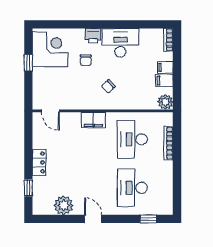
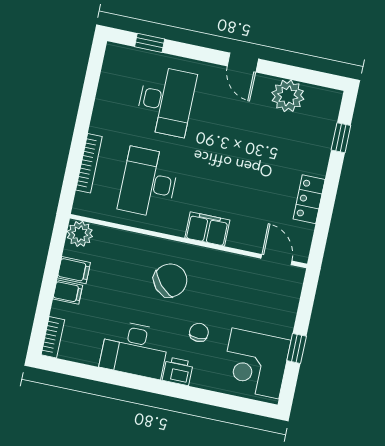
chair: (108, 86) -> (170, 280), width x1.87, depth x1.87
desk: (132, 139) -> (149, 183), turned 180
locker: (39, 162) -> (309, 199), moved

